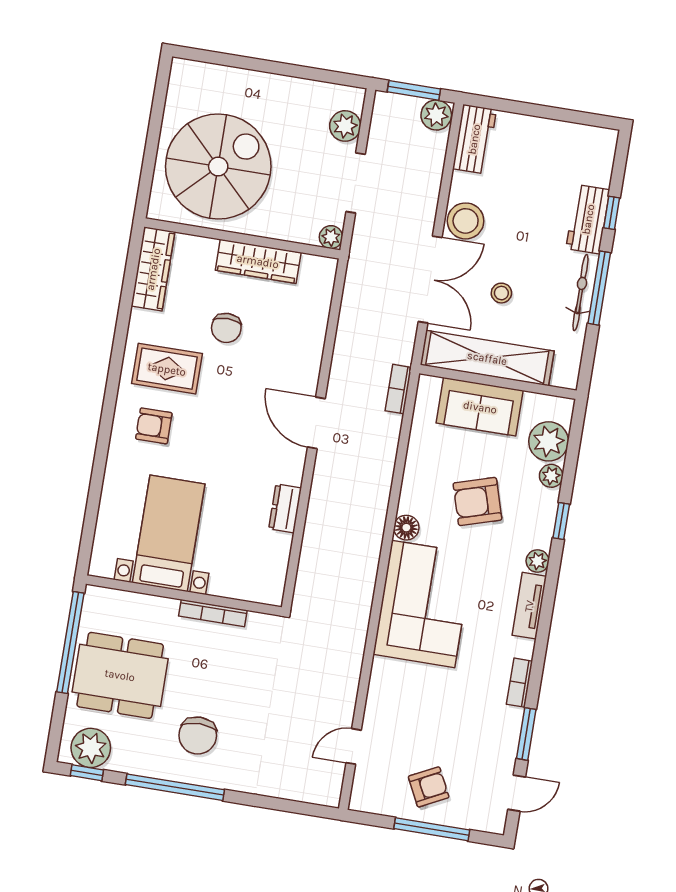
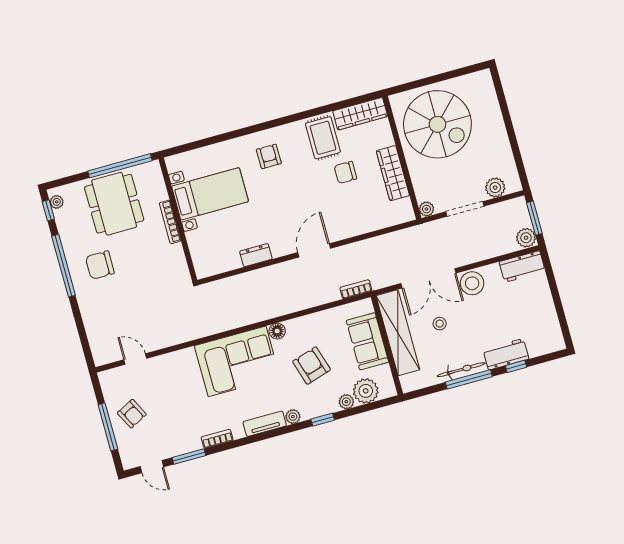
rug: (167, 369) -> (323, 138), moved
bookcase: (213, 613) -> (170, 222), moved
plant: (91, 748) -> (57, 202), width x0.53, depth x0.53

